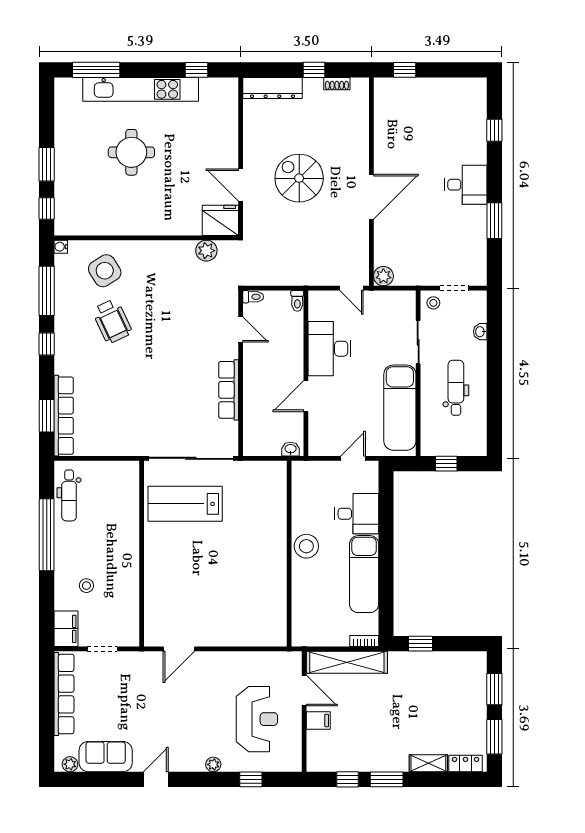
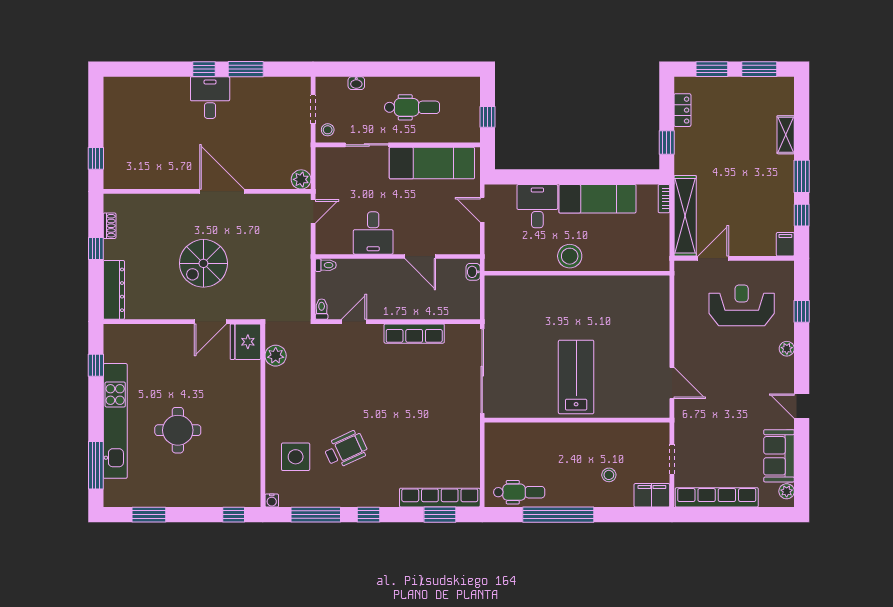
window: (494, 130) -> (204, 69), moved
window: (47, 164) -> (149, 515), moved
side table: (105, 271) -> (296, 457), turned 32
desk: (330, 349) -> (373, 233), width x0.73
dental chair: (456, 388) -> (412, 107), turned 180
lab bench: (185, 504) -> (576, 377), moved, turned 180
filing cabinet: (318, 721) -> (785, 244), moved
locker: (465, 764) -> (682, 110), moved, turned 180

